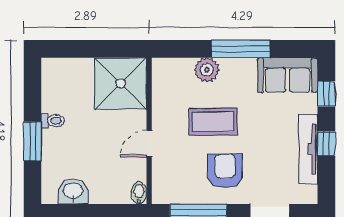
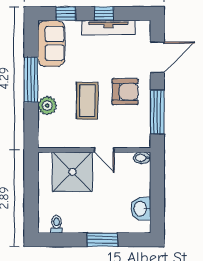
shower: (121, 83) -> (72, 172), moved
toilet: (53, 121) -> (56, 224), moved
armchair: (225, 171) -> (125, 92), turned 180

